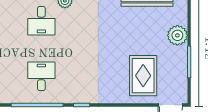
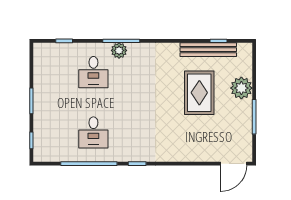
desk: (41, 76) -> (93, 132), turned 180
rug: (143, 76) -> (199, 93), moved

